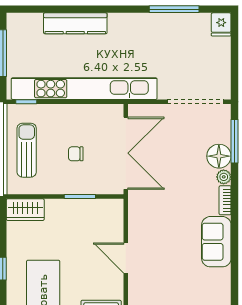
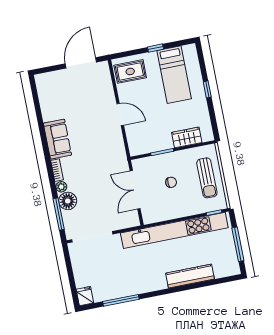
double door: (126, 153) -> (135, 190), width x0.73
wardrobe: (25, 210) -> (187, 137), moved

